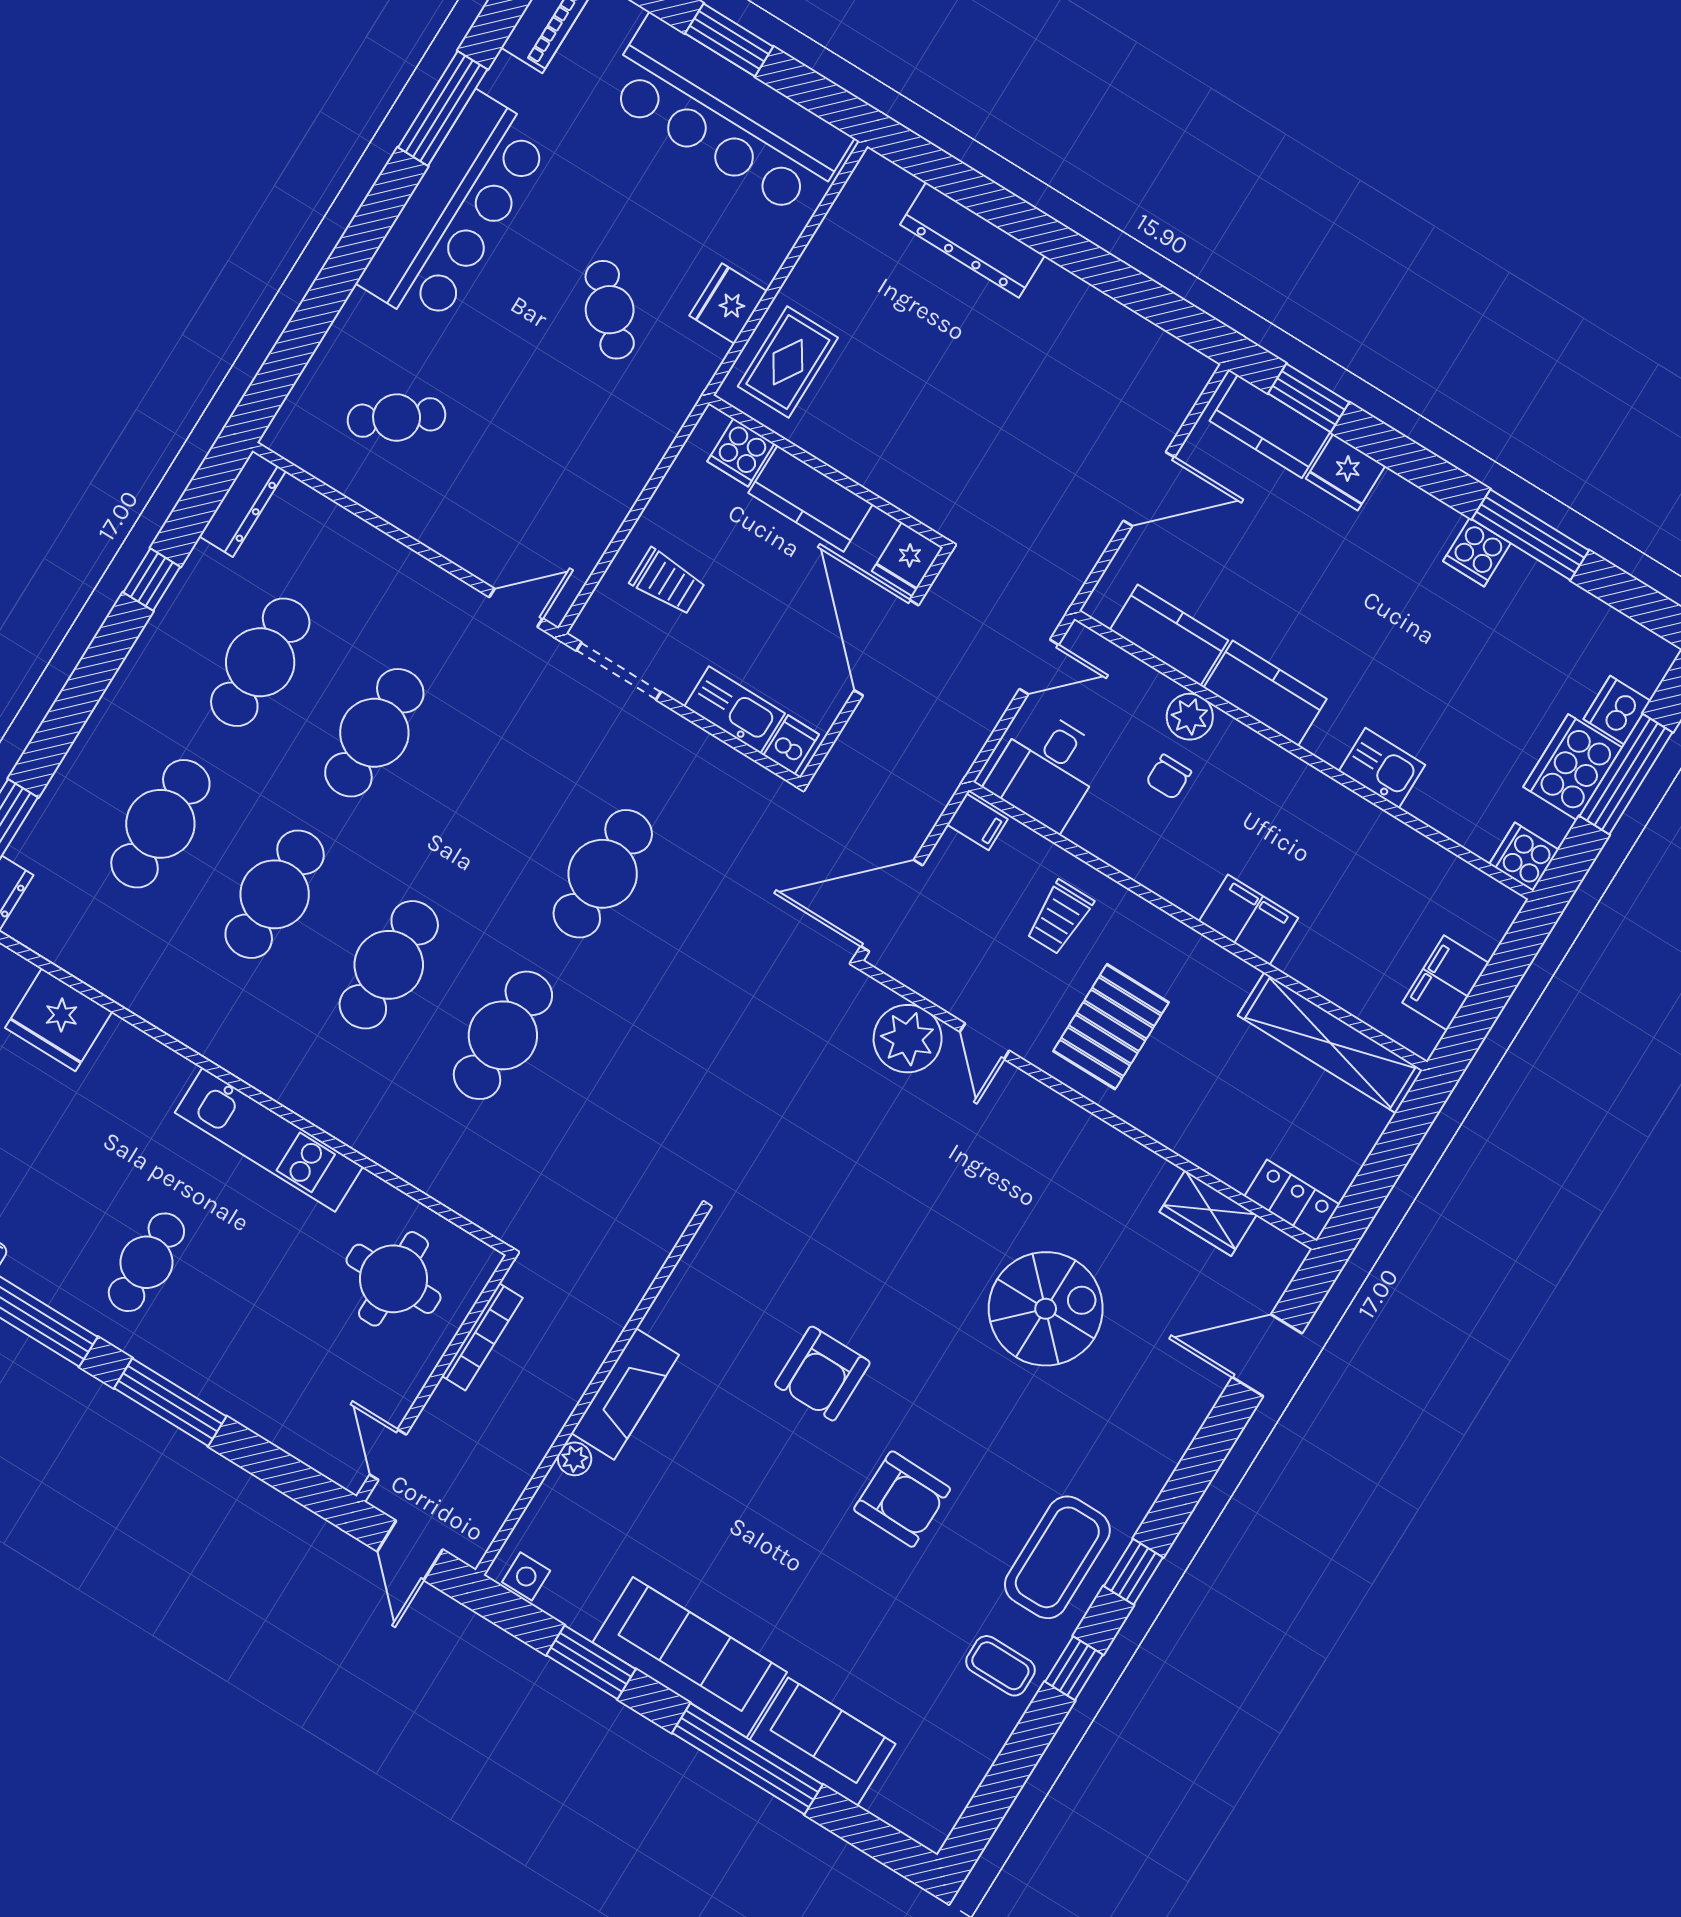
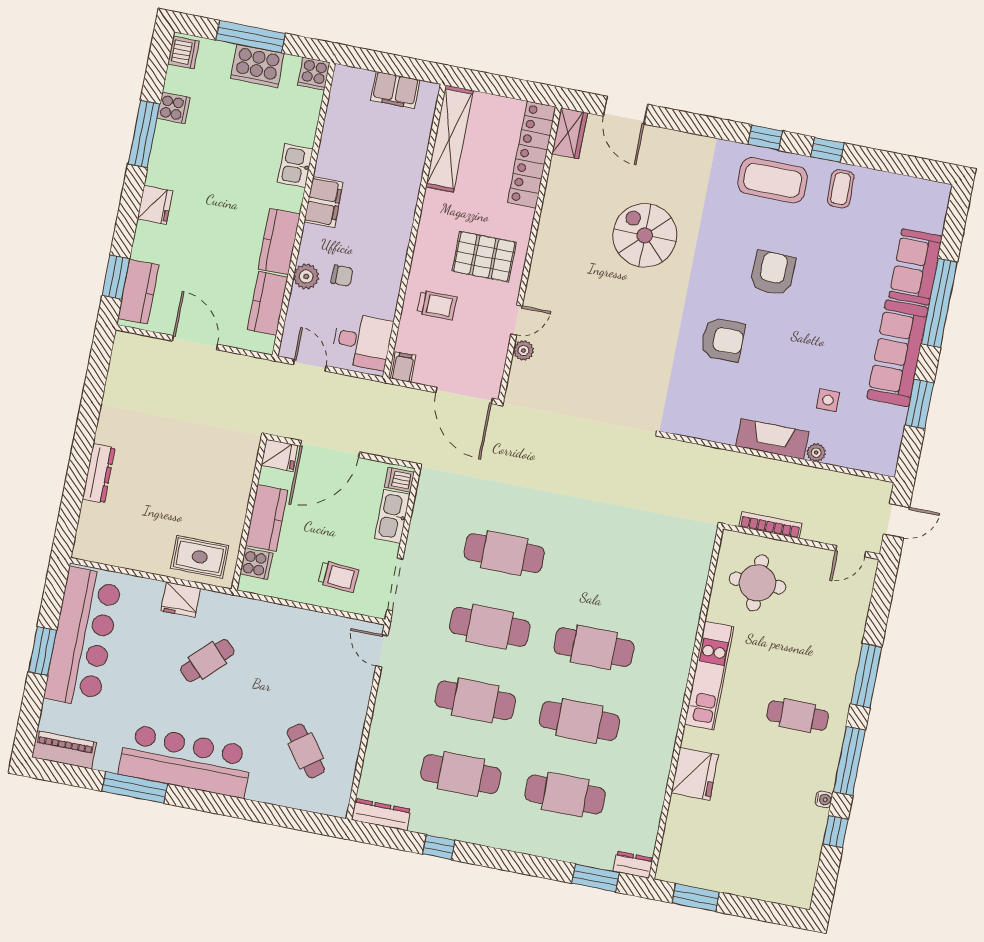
dresser: (972, 240) -> (99, 473), width x0.73, depth x0.80
fridge: (1346, 472) -> (155, 205), moved
cooker: (1477, 552) -> (173, 108), moved
trolley: (668, 582) -> (338, 577), turned 94
dishwasher: (1617, 710) -> (184, 52), moved, turned -90
filing cabinet: (1249, 920) -> (324, 202), moved, turned 180
fridge: (59, 1020) -> (695, 774), moved
cafe table: (503, 1035) -> (490, 627), moved
plant: (908, 1039) -> (523, 351), width x0.53, depth x0.53
locker: (1292, 1200) -> (532, 155), width x2.16, depth x1.21
wardrobe: (1208, 1213) -> (570, 133), moved
side table: (526, 1576) -> (828, 400), moved

